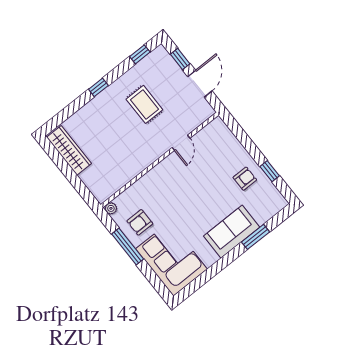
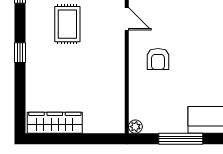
rug: (144, 104) -> (67, 24), turned 90
armchair: (140, 222) -> (158, 59), moved

